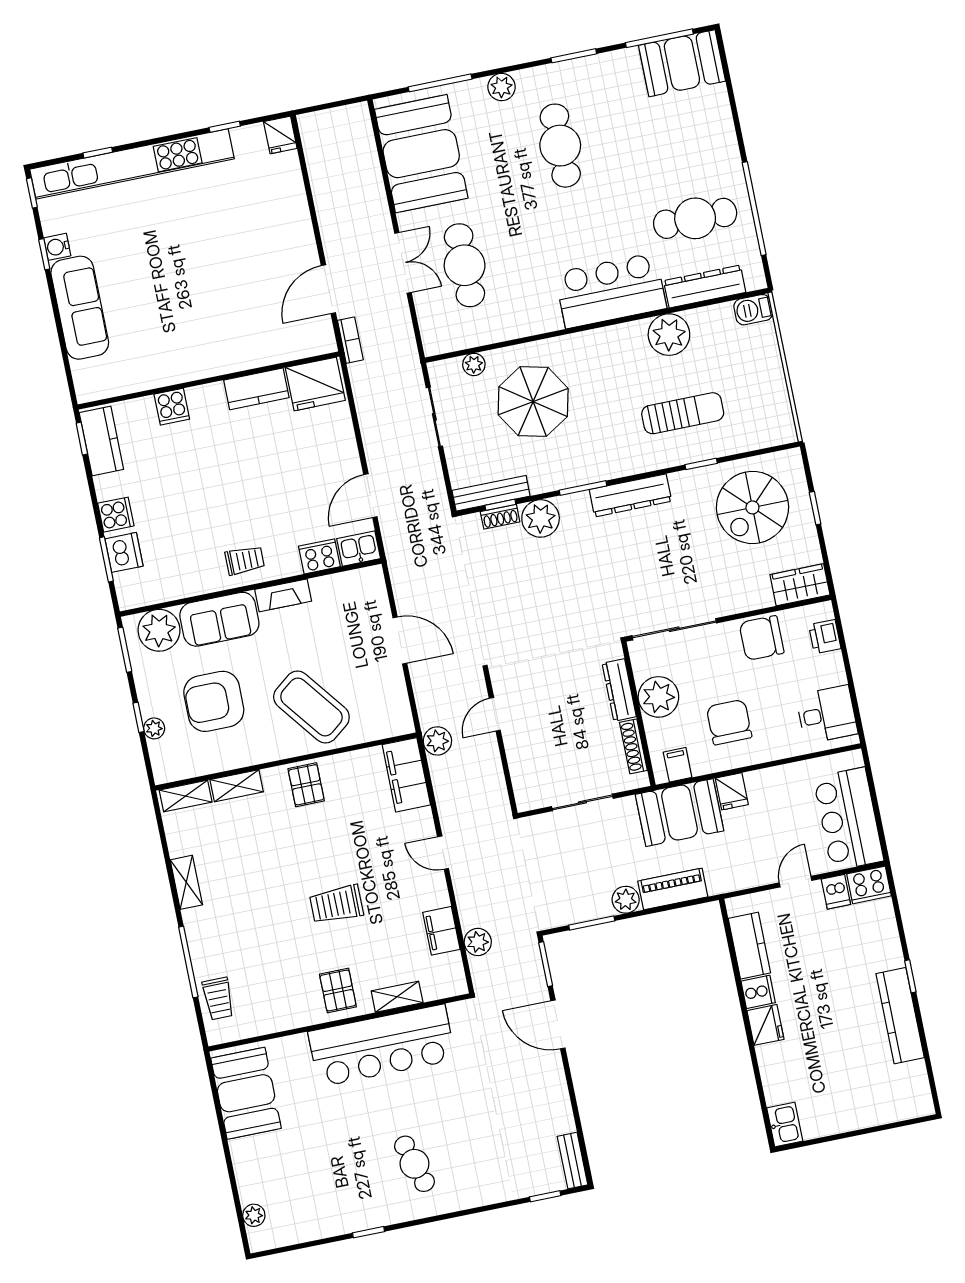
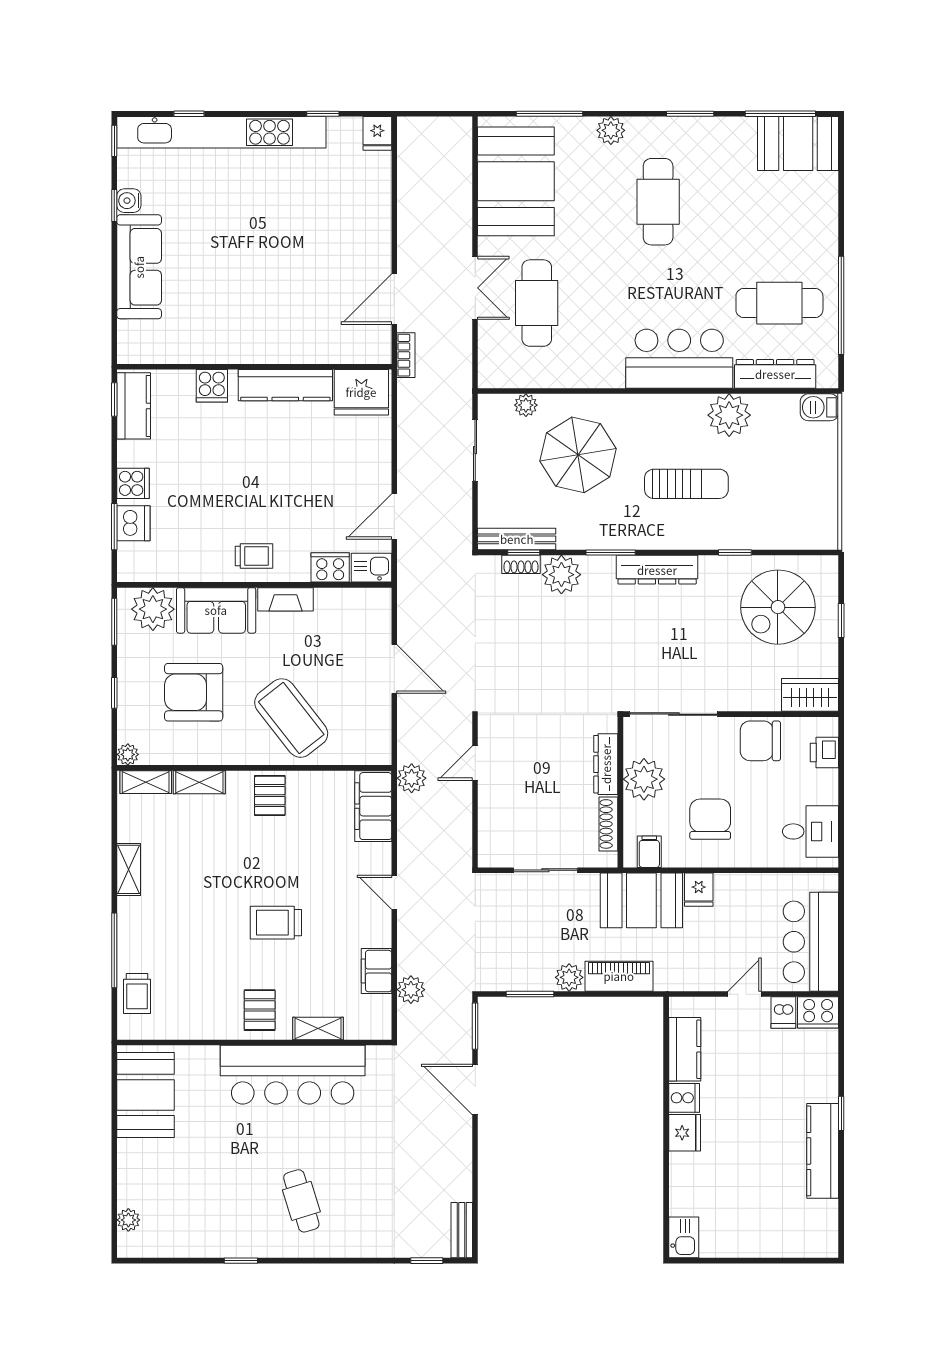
kitchen counter: (256, 389) -> (285, 385), width x1.50
sun lounger: (683, 413) -> (686, 484), moved
plant: (154, 728) -> (128, 754), moved

